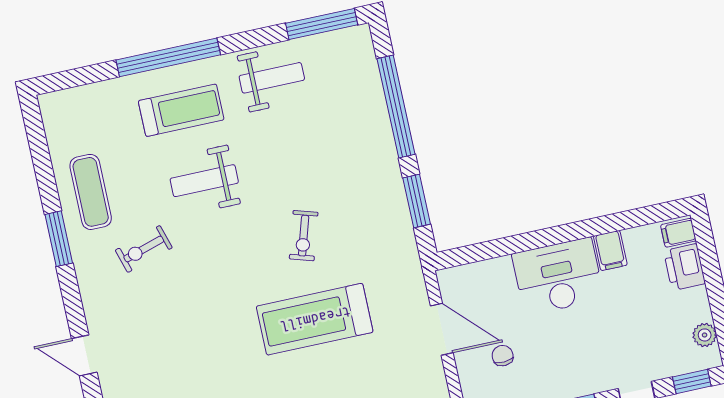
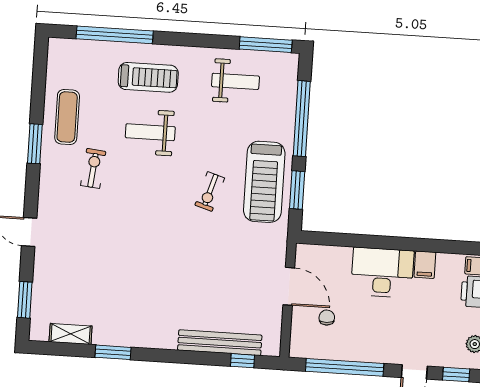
window: (168, 57) -> (115, 35), moved
weight bench: (272, 78) -> (235, 81), moved
exercise bike: (144, 249) -> (93, 168), turned 113
treadmill: (315, 319) -> (264, 182), moved, turned -90

